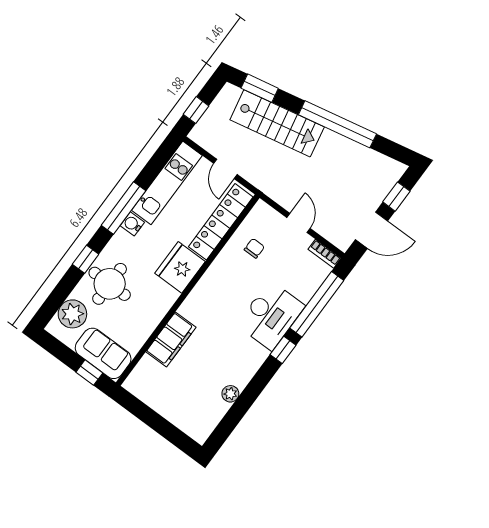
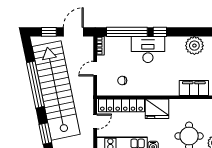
stairs: (277, 123) -> (56, 90), width x1.86, depth x1.51
door: (371, 230) -> (73, 32), hinge flipped
plant: (230, 394) -> (194, 46), width x1.88, depth x1.88

